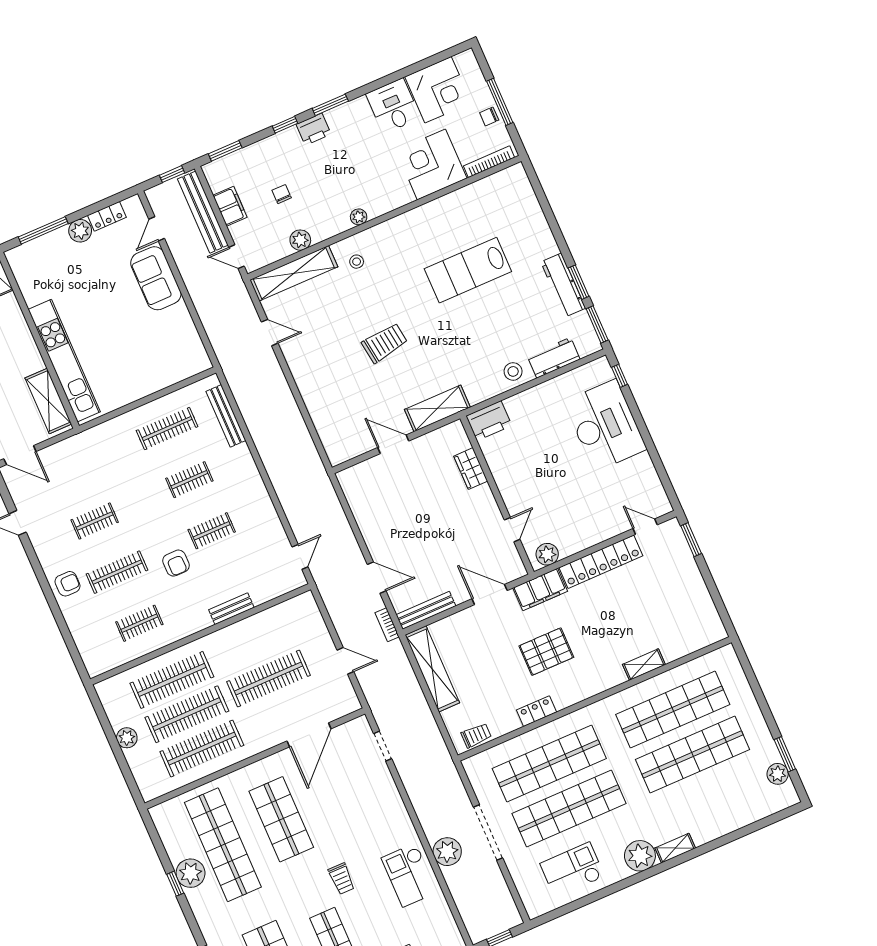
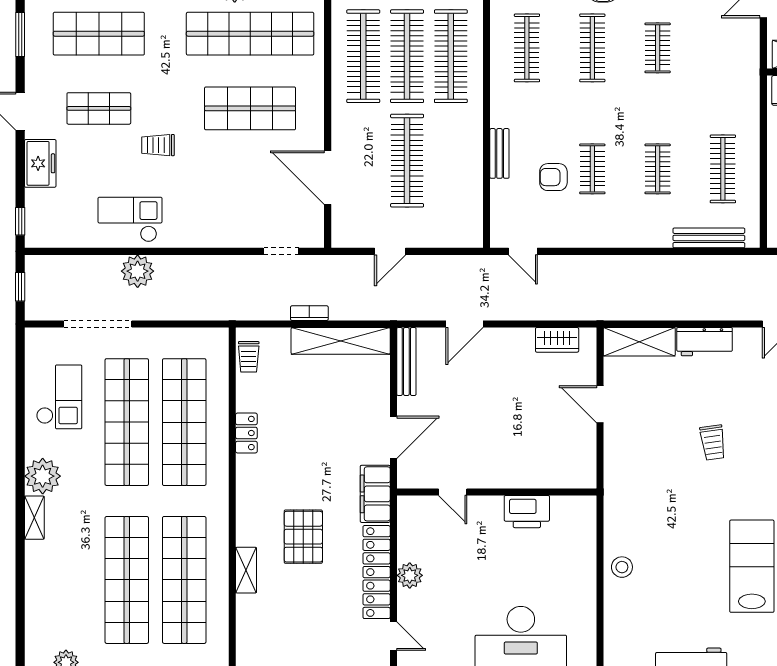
trolley: (385, 343) -> (713, 443), width x0.73, depth x0.72
workbench: (554, 358) -> (705, 342), moved, turned 90
shelving: (437, 408) -> (639, 342), moved, turned 90
printer: (489, 421) -> (527, 512), moved, turned -90
door: (393, 444) -> (600, 404), swing flipped
wardrobe: (471, 469) -> (557, 340), moved, turned 180
door: (645, 527) -> (393, 636), hinge flipped
plant: (547, 554) -> (410, 575), moved
armchair: (176, 563) -> (553, 177), moved
clothes rail: (139, 623) -> (527, 48), width x1.36
bookcase: (387, 625) -> (309, 313), moved
pallet: (546, 652) -> (303, 537), moved
doorway: (488, 832) -> (98, 324), moved

